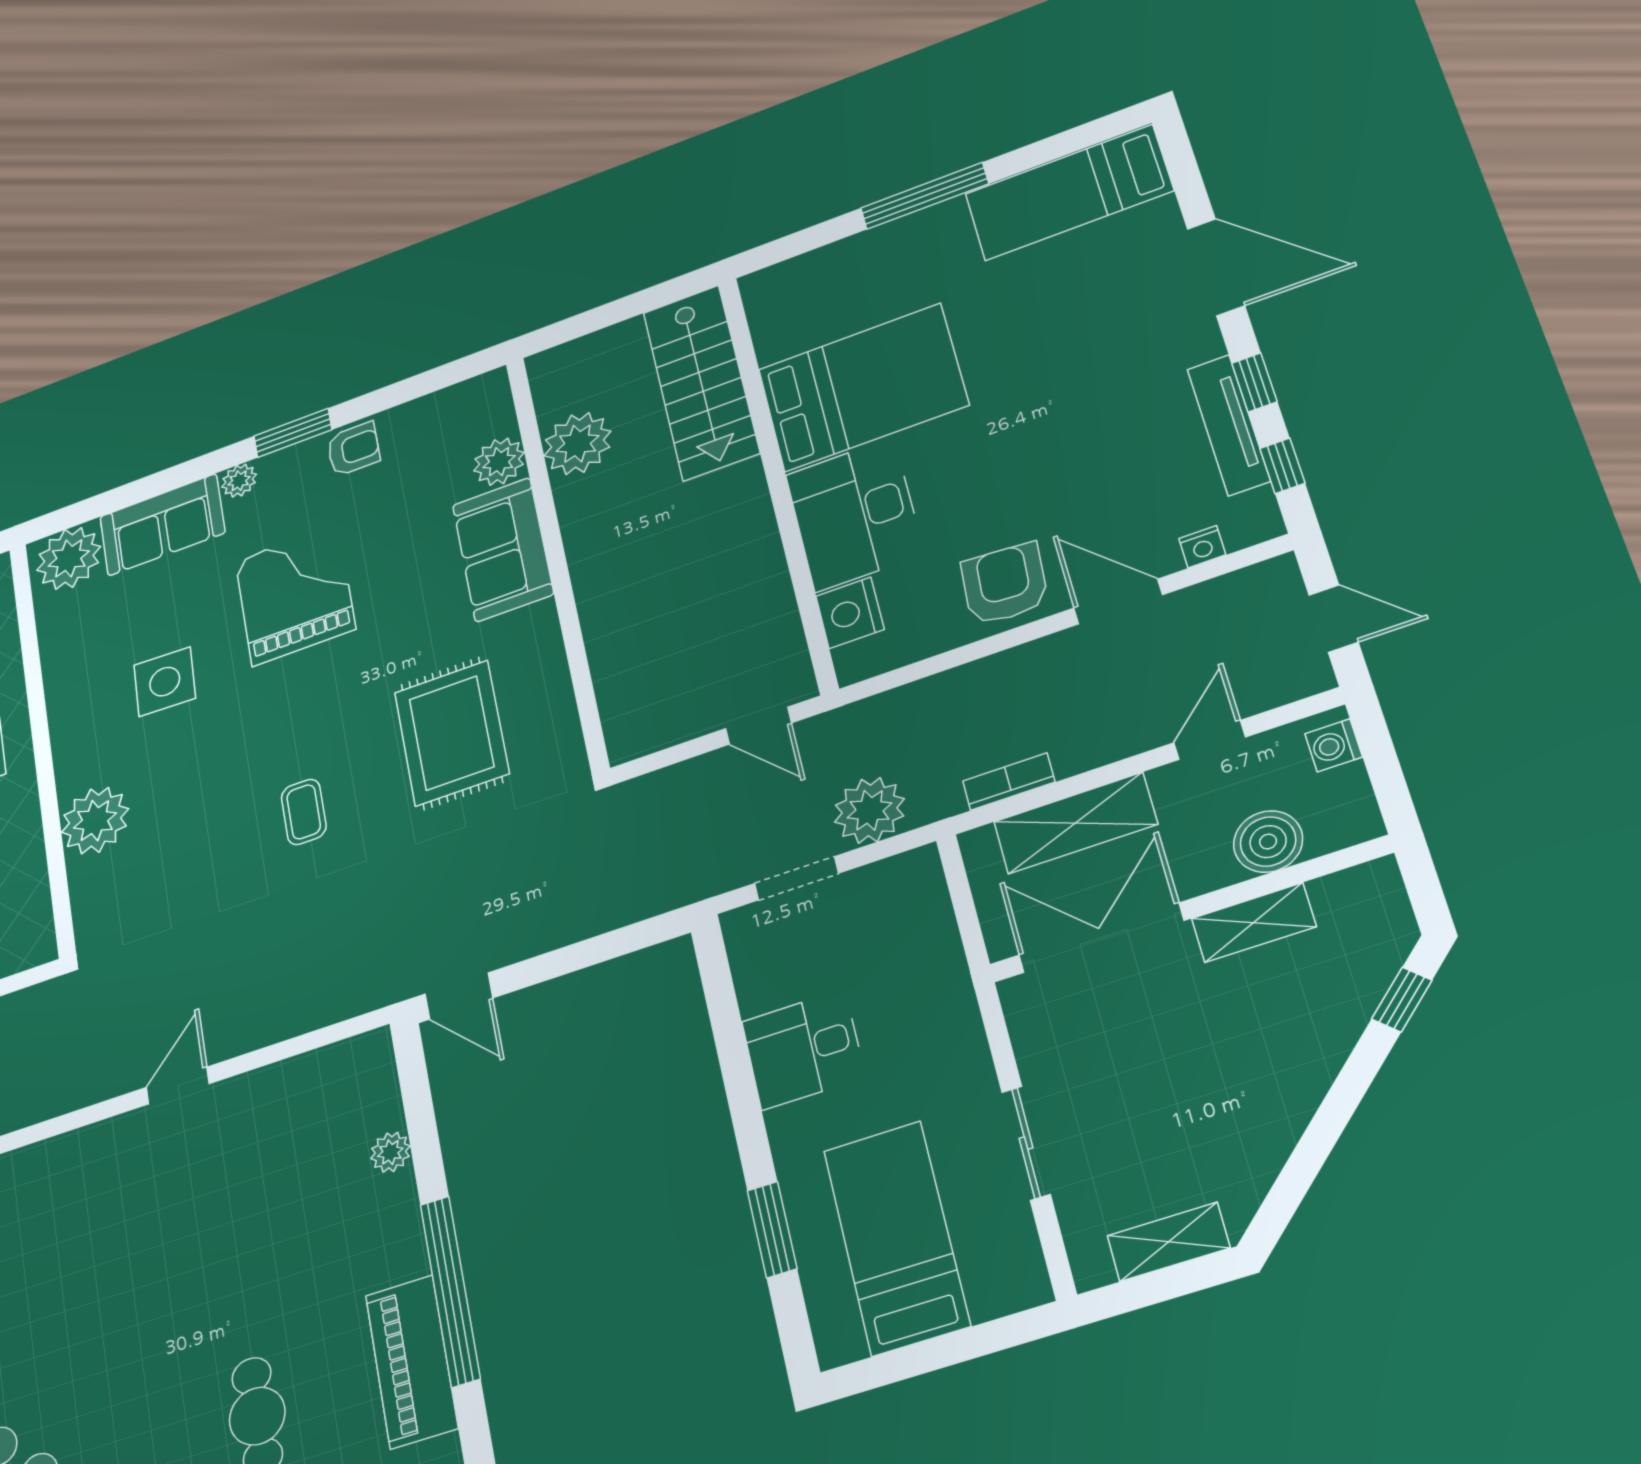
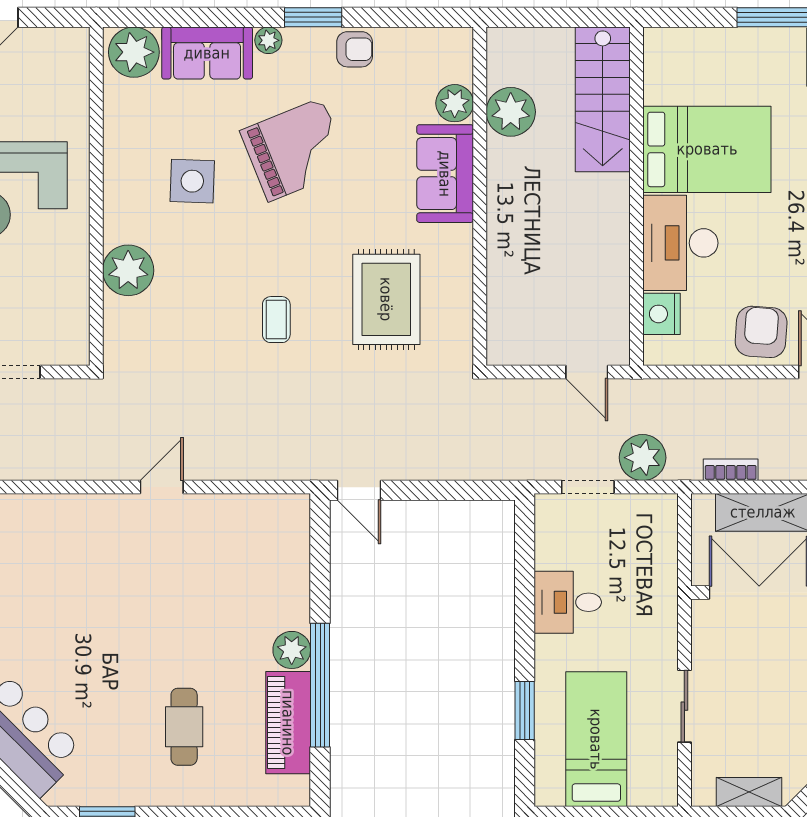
grand piano: (295, 595) -> (295, 150), turned 68
plant: (390, 1152) -> (292, 650), moved, width x1.38, depth x1.38

